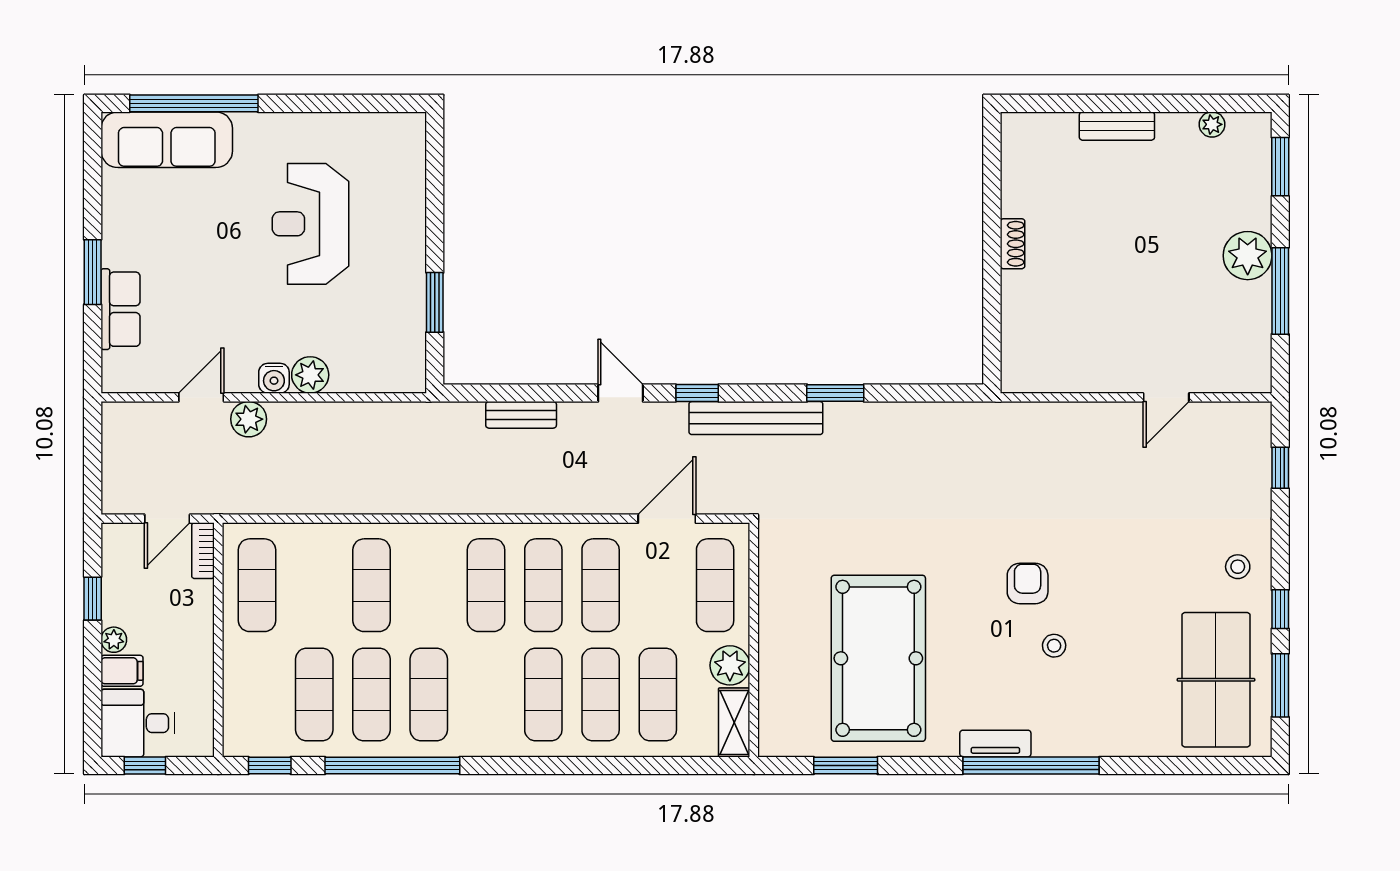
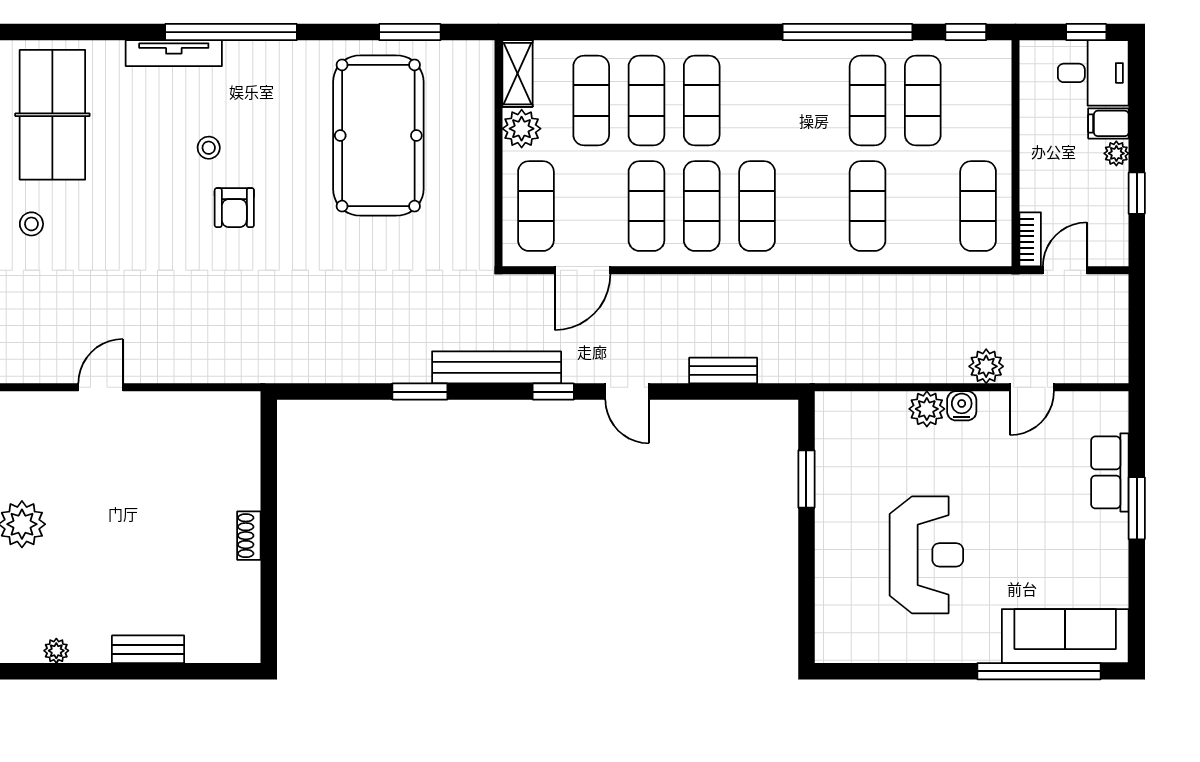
exercise mat: (429, 695) -> (812, 101), removed
tv unit: (995, 744) -> (174, 53), moved, width x1.41

